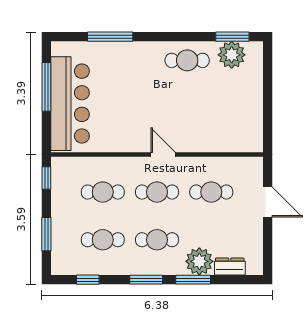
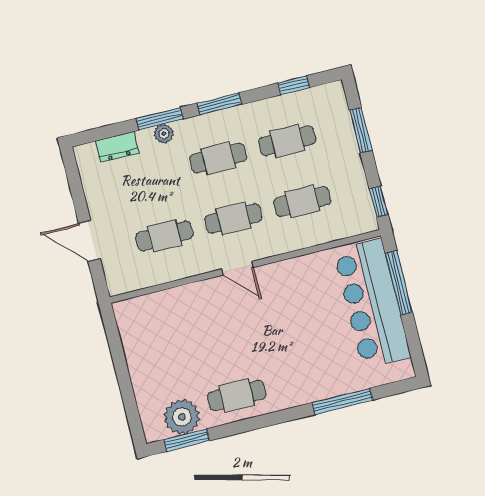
window: (46, 87) -> (399, 283), moved
plant: (199, 261) -> (164, 134), width x0.53, depth x0.53

